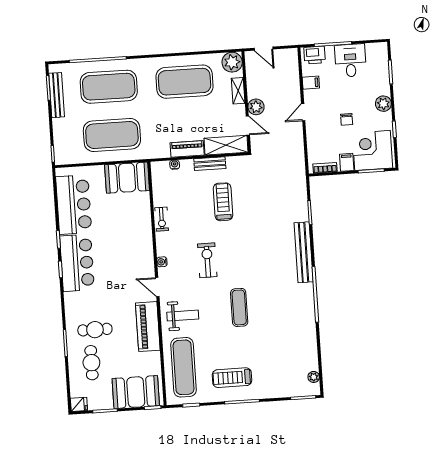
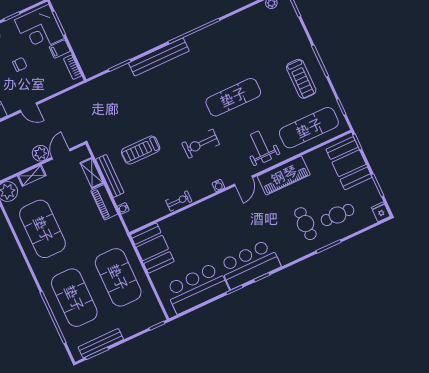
shelving: (226, 145) -> (92, 173), width x0.67, depth x0.75
bench: (210, 164) -> (110, 176), width x1.36
exercise mat: (239, 307) -> (233, 97), width x1.36, depth x1.45

